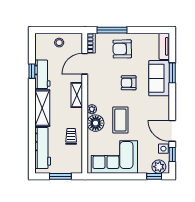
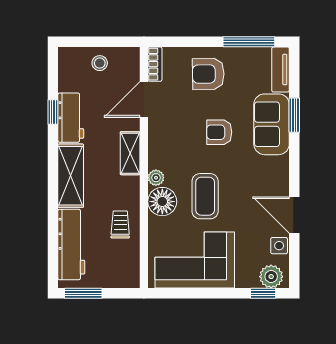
window: (112, 30) -> (249, 42), moved
window: (172, 154) -> (294, 256), removed
window: (60, 176) -> (83, 293), moved

